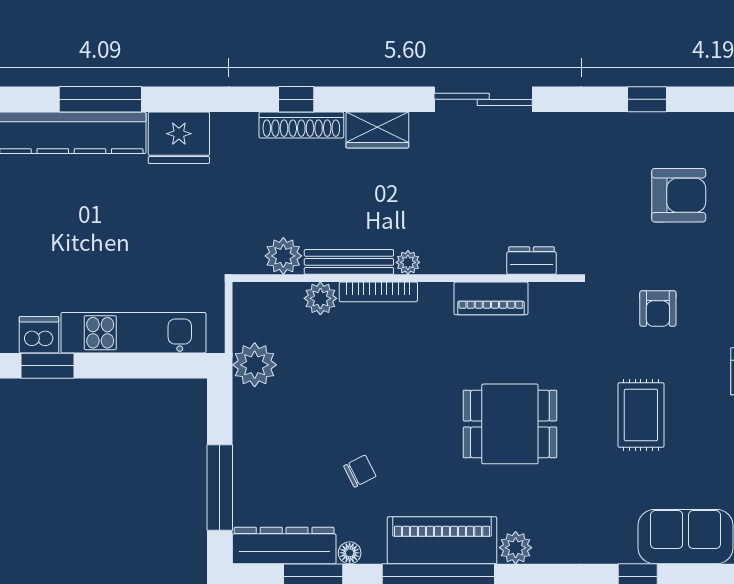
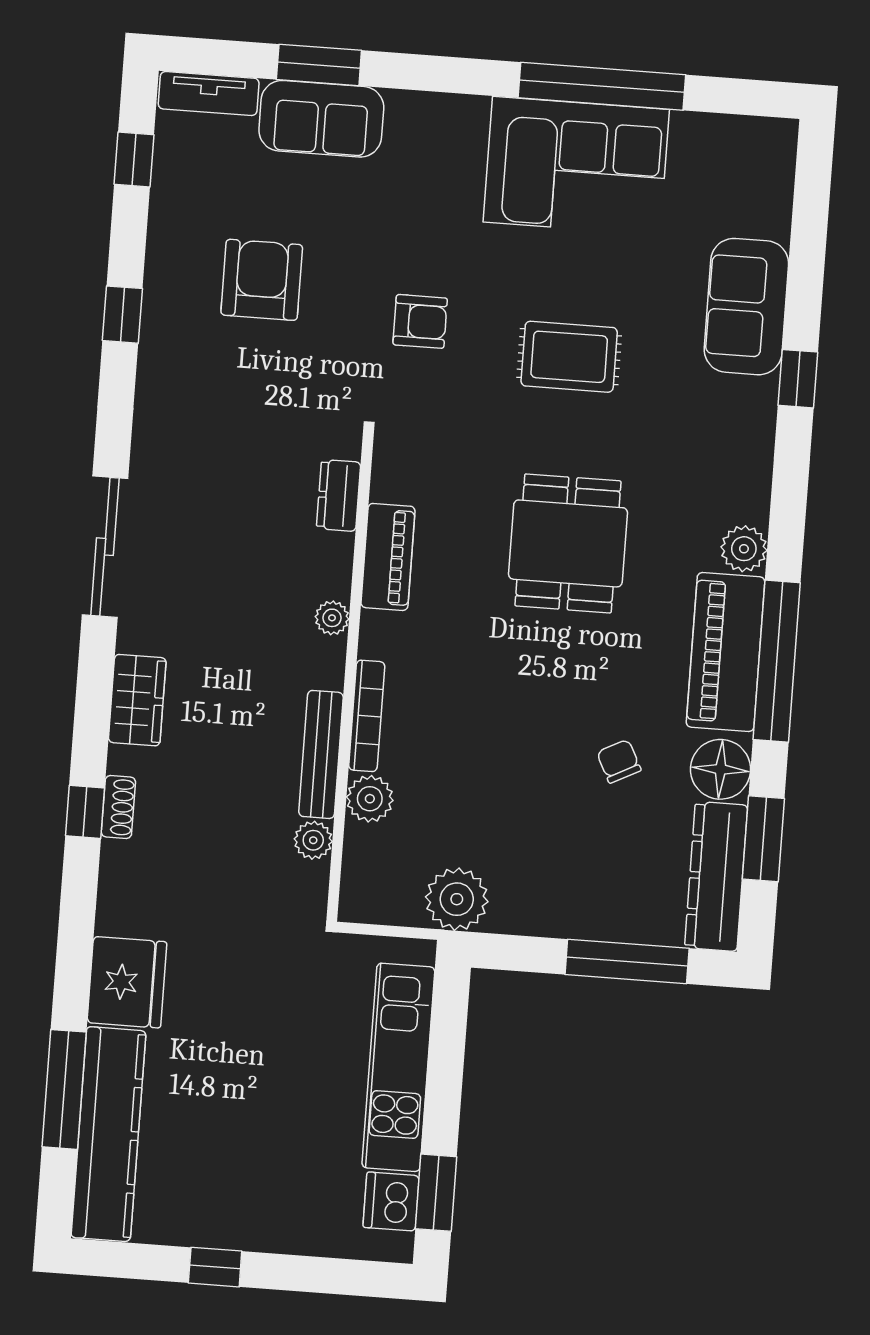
shoe rack: (301, 125) -> (118, 807), width x0.51, depth x0.81
plant: (283, 256) -> (313, 840), width x0.73, depth x0.73
plant: (408, 262) -> (332, 618), moved
floor lamp: (350, 553) -> (720, 769), width x1.89, depth x1.89

